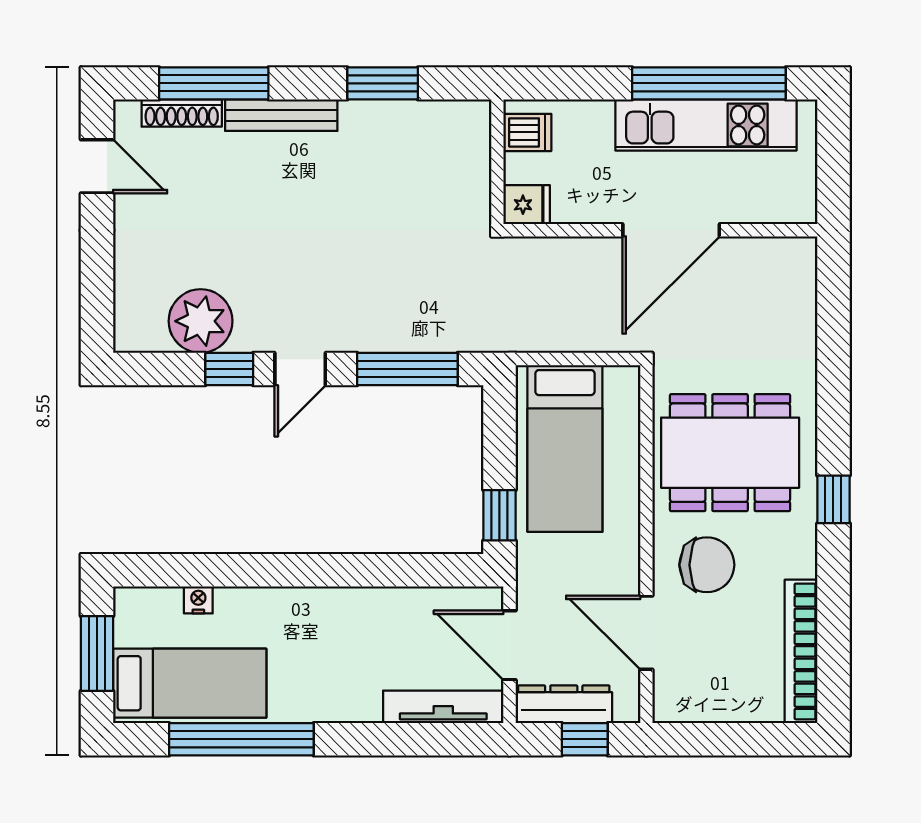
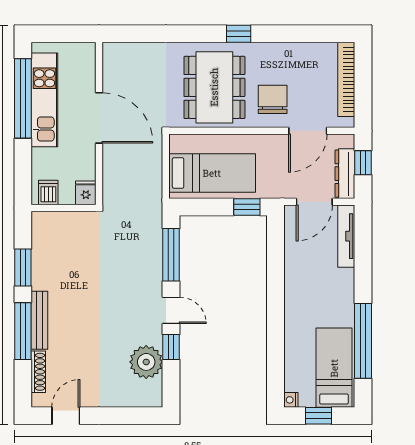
window: (214, 83) -> (23, 331), moved
nightstand: (198, 600) -> (291, 400), moved
bookcase: (801, 651) -> (346, 79), moved, turned 90
window: (97, 653) -> (319, 416), width x0.67

